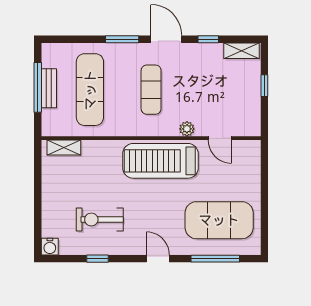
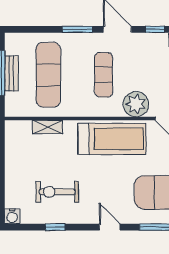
plant: (187, 129) -> (136, 104), width x1.88, depth x1.88
shelving: (64, 148) -> (48, 127), moved
treadmill: (160, 161) -> (112, 139), turned 180

